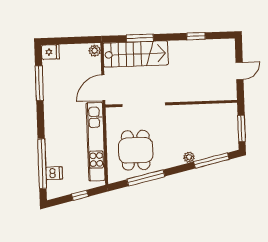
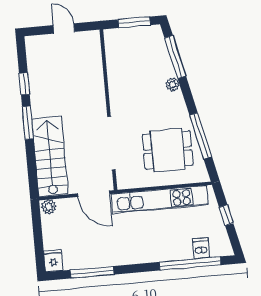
window: (140, 38) -> (28, 123), moved

